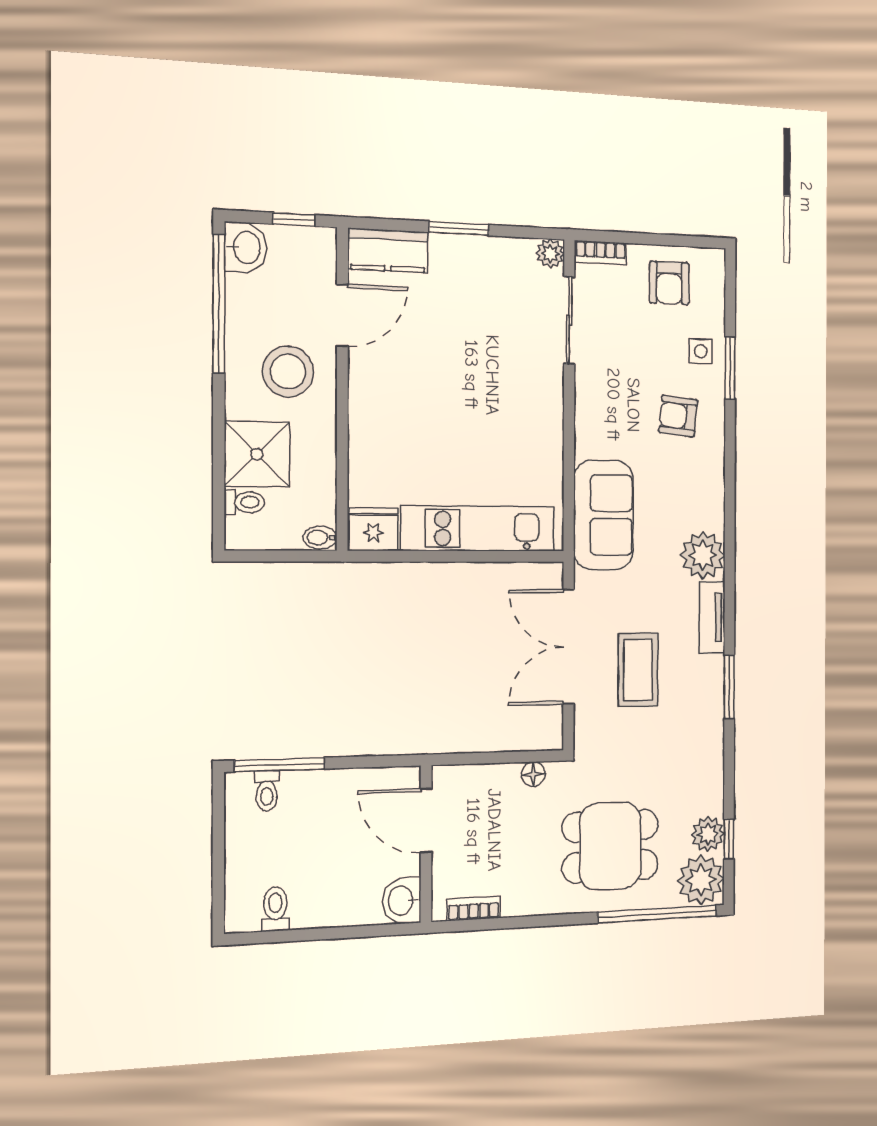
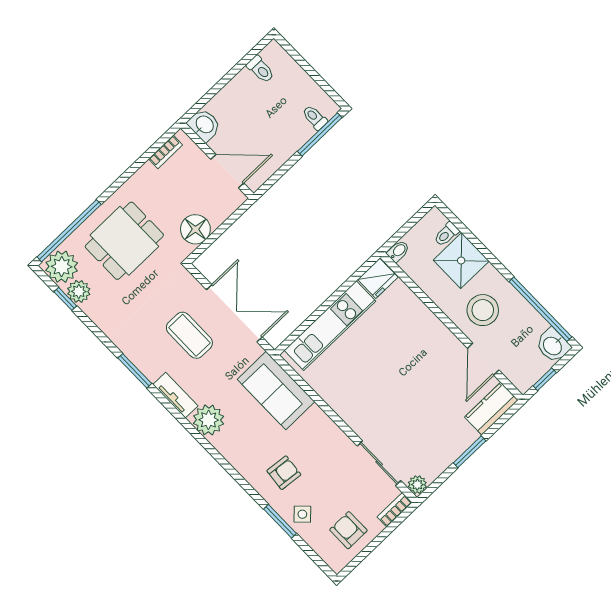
side table: (701, 351) -> (302, 514), turned 45
floor lamp: (533, 774) -> (195, 229), width x1.89, depth x1.89

